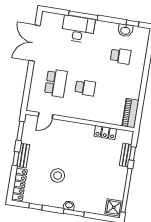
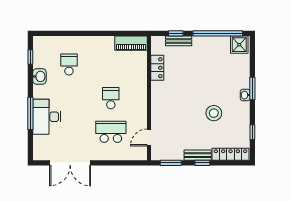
washbasin: (125, 30) -> (39, 76), moved
door: (46, 115) -> (149, 137), swing flipped

